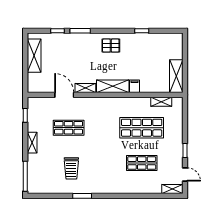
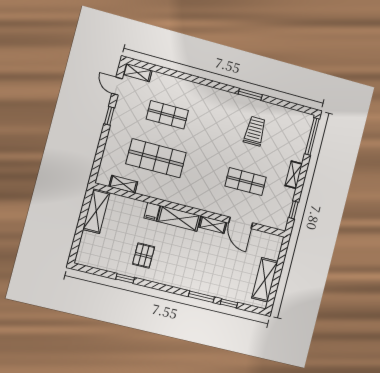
pallet: (111, 46) -> (144, 256), moved, turned 90

